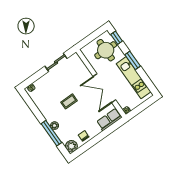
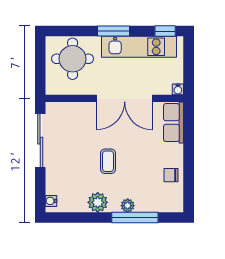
window: (117, 38) -> (165, 31), moved
sliding door: (56, 62) -> (40, 141), width x1.37
plant: (71, 146) -> (98, 202), moved

